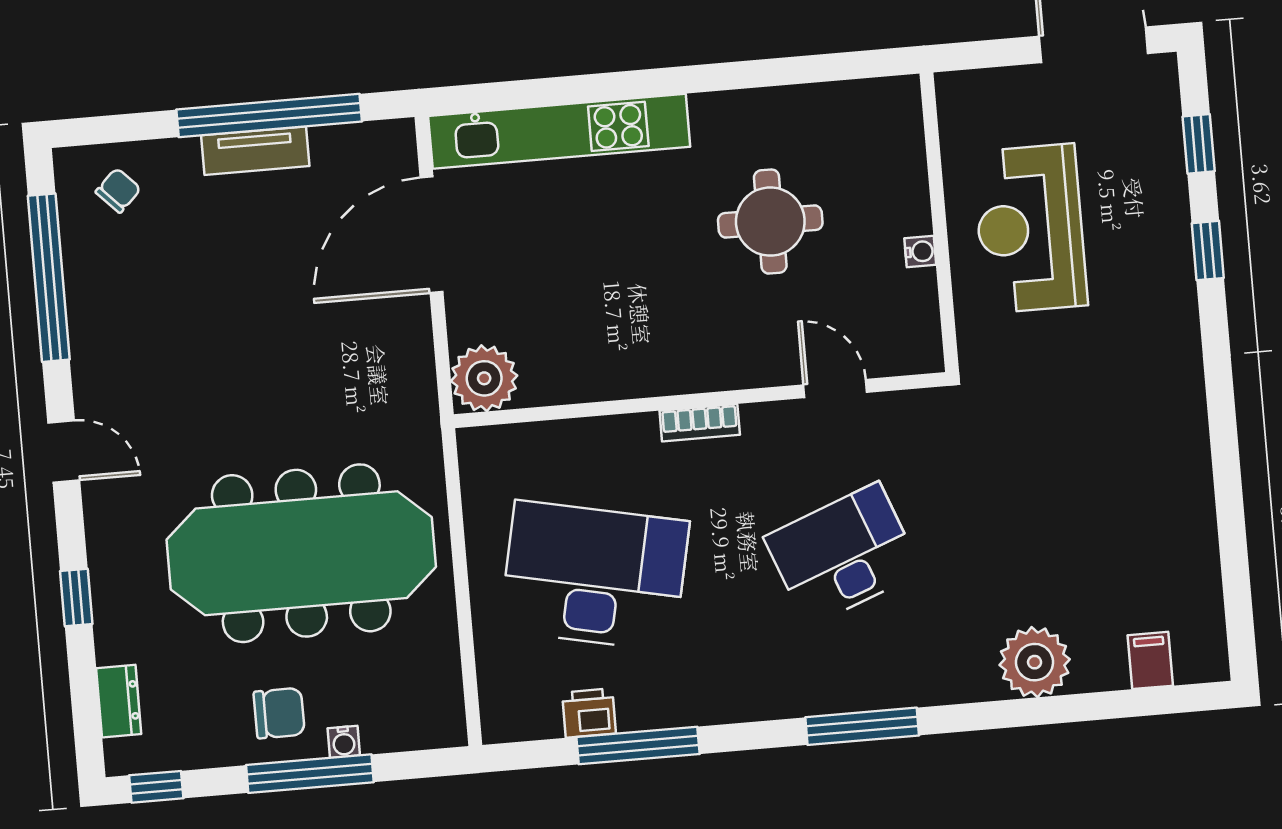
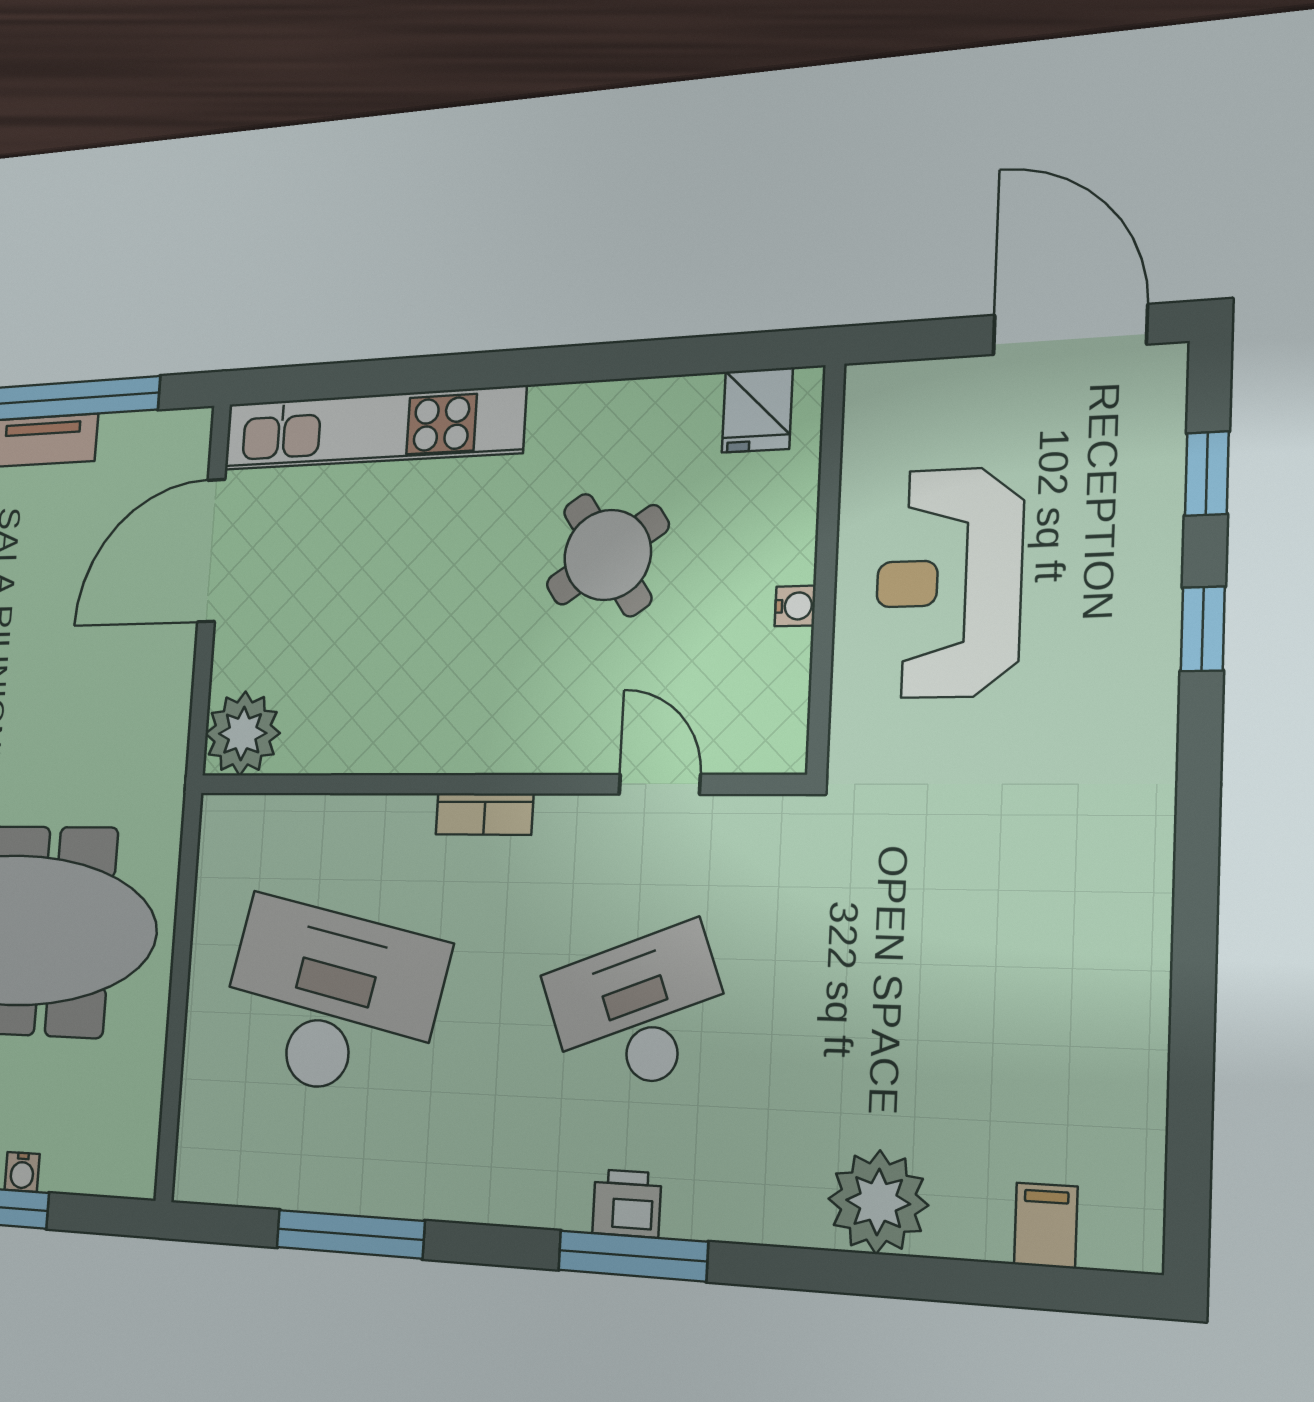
fridge: (872, 108) -> (757, 410), added
round table: (770, 222) -> (608, 555), turned -34
printer: (589, 713) -> (627, 1203), moved

